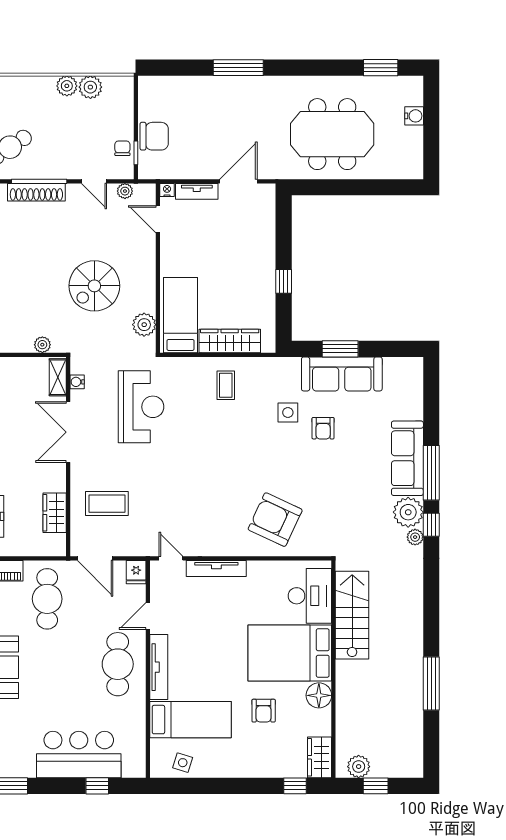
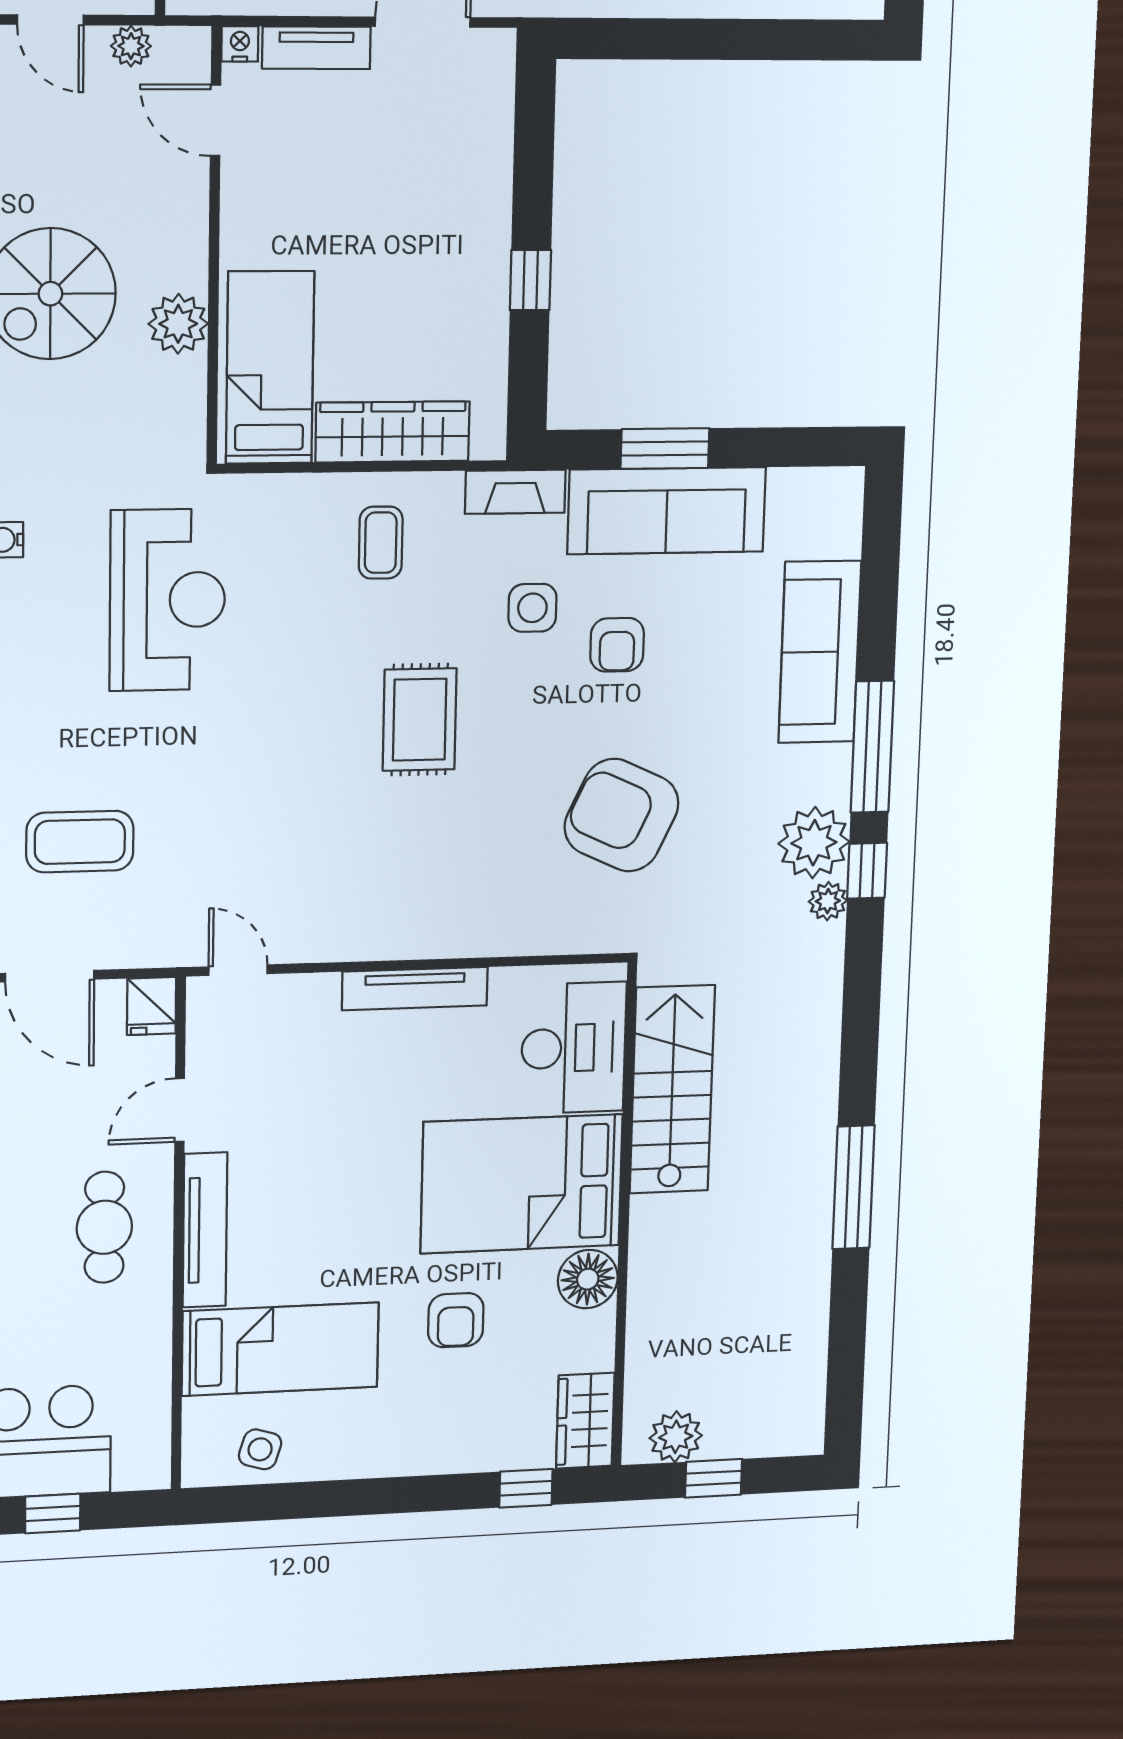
plant: (144, 325) -> (178, 324), moved
fireplace: (280, 366) -> (515, 492), added
rug: (243, 457) -> (420, 720), added
sofa: (407, 458) -> (820, 652), moved
armchair: (275, 520) -> (622, 815), moved
tv unit: (216, 568) -> (415, 989), moved
cafe table: (118, 664) -> (104, 1227), width x0.73, depth x0.74
window: (431, 683) -> (854, 1187), moved

